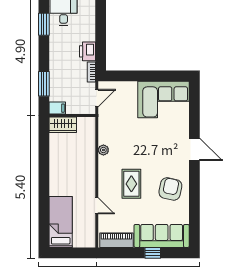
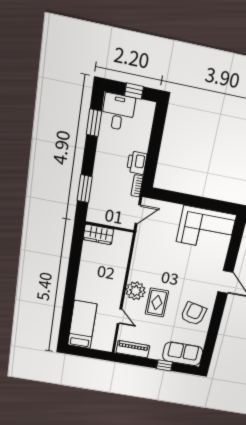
filing cabinet: (57, 108) -> (95, 217), removed
plant: (103, 150) -> (136, 291), moved, width x1.87, depth x1.87
sofa: (162, 236) -> (183, 354), width x0.73

